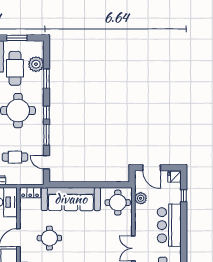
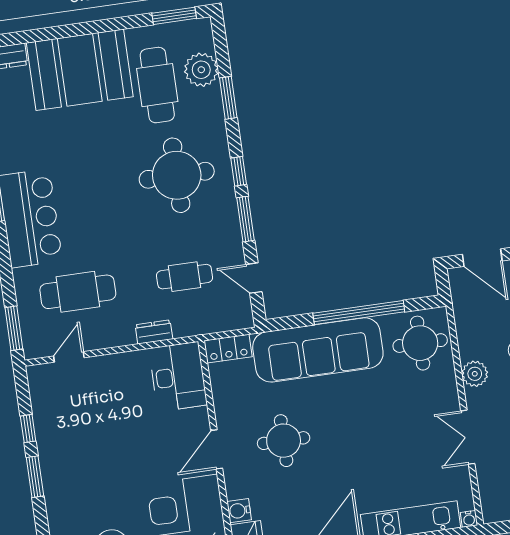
window: (17, 38) -> (174, 16), moved
window: (92, 185) -> (359, 313), added
plant: (141, 198) -> (475, 374), moved

